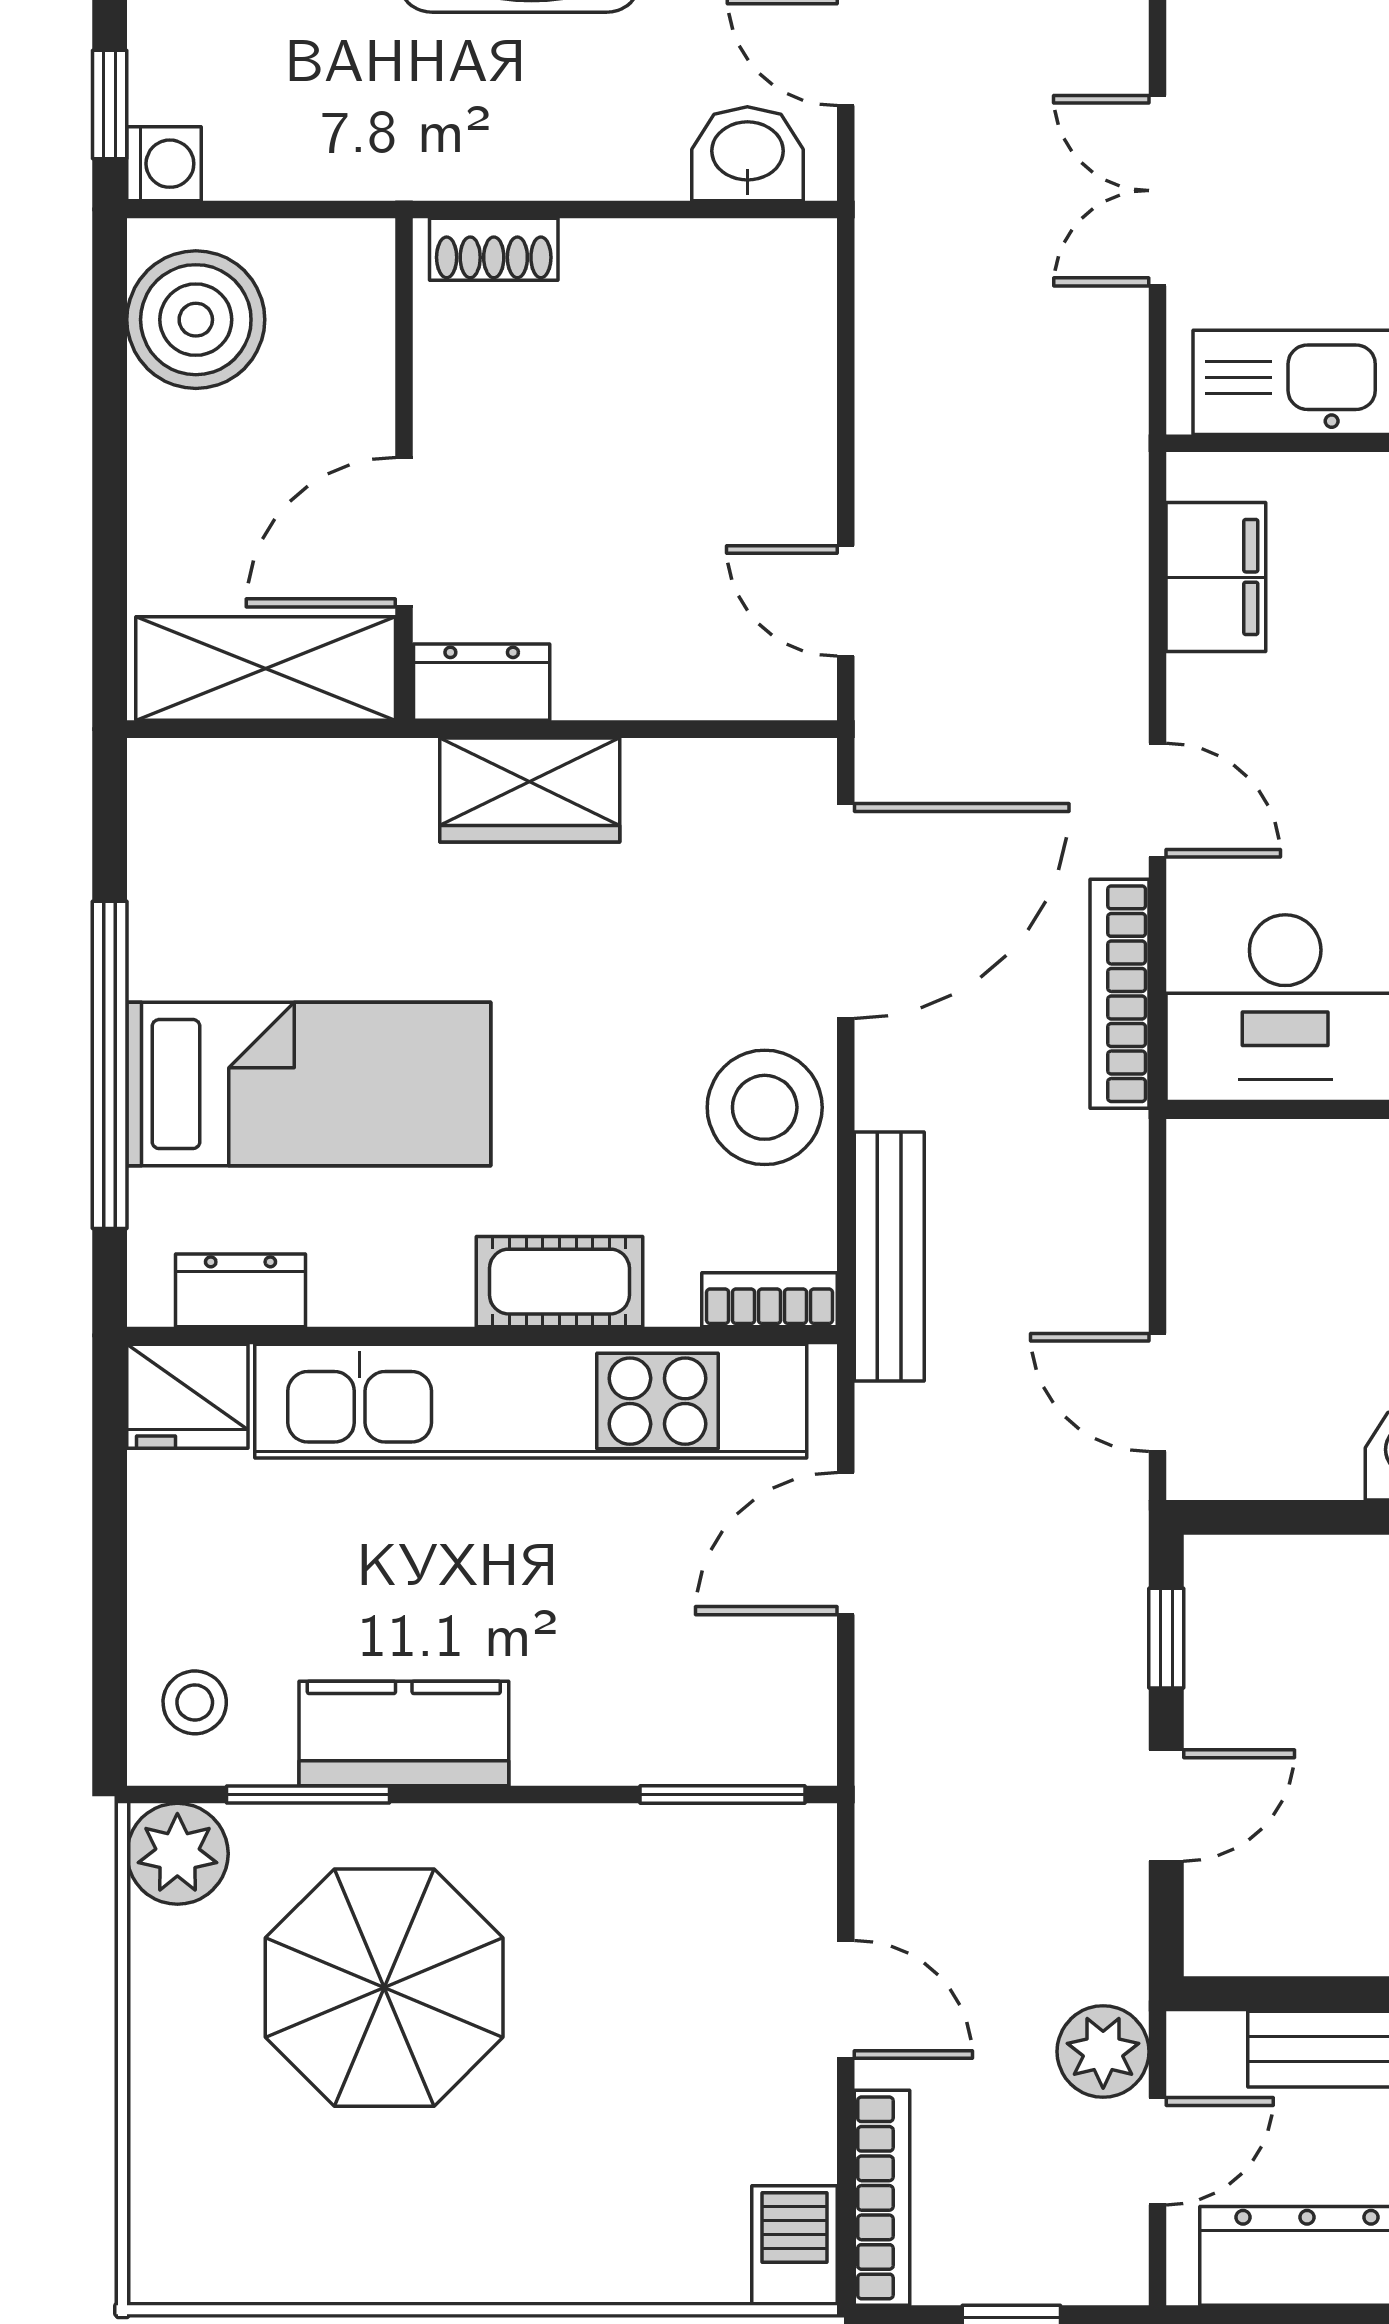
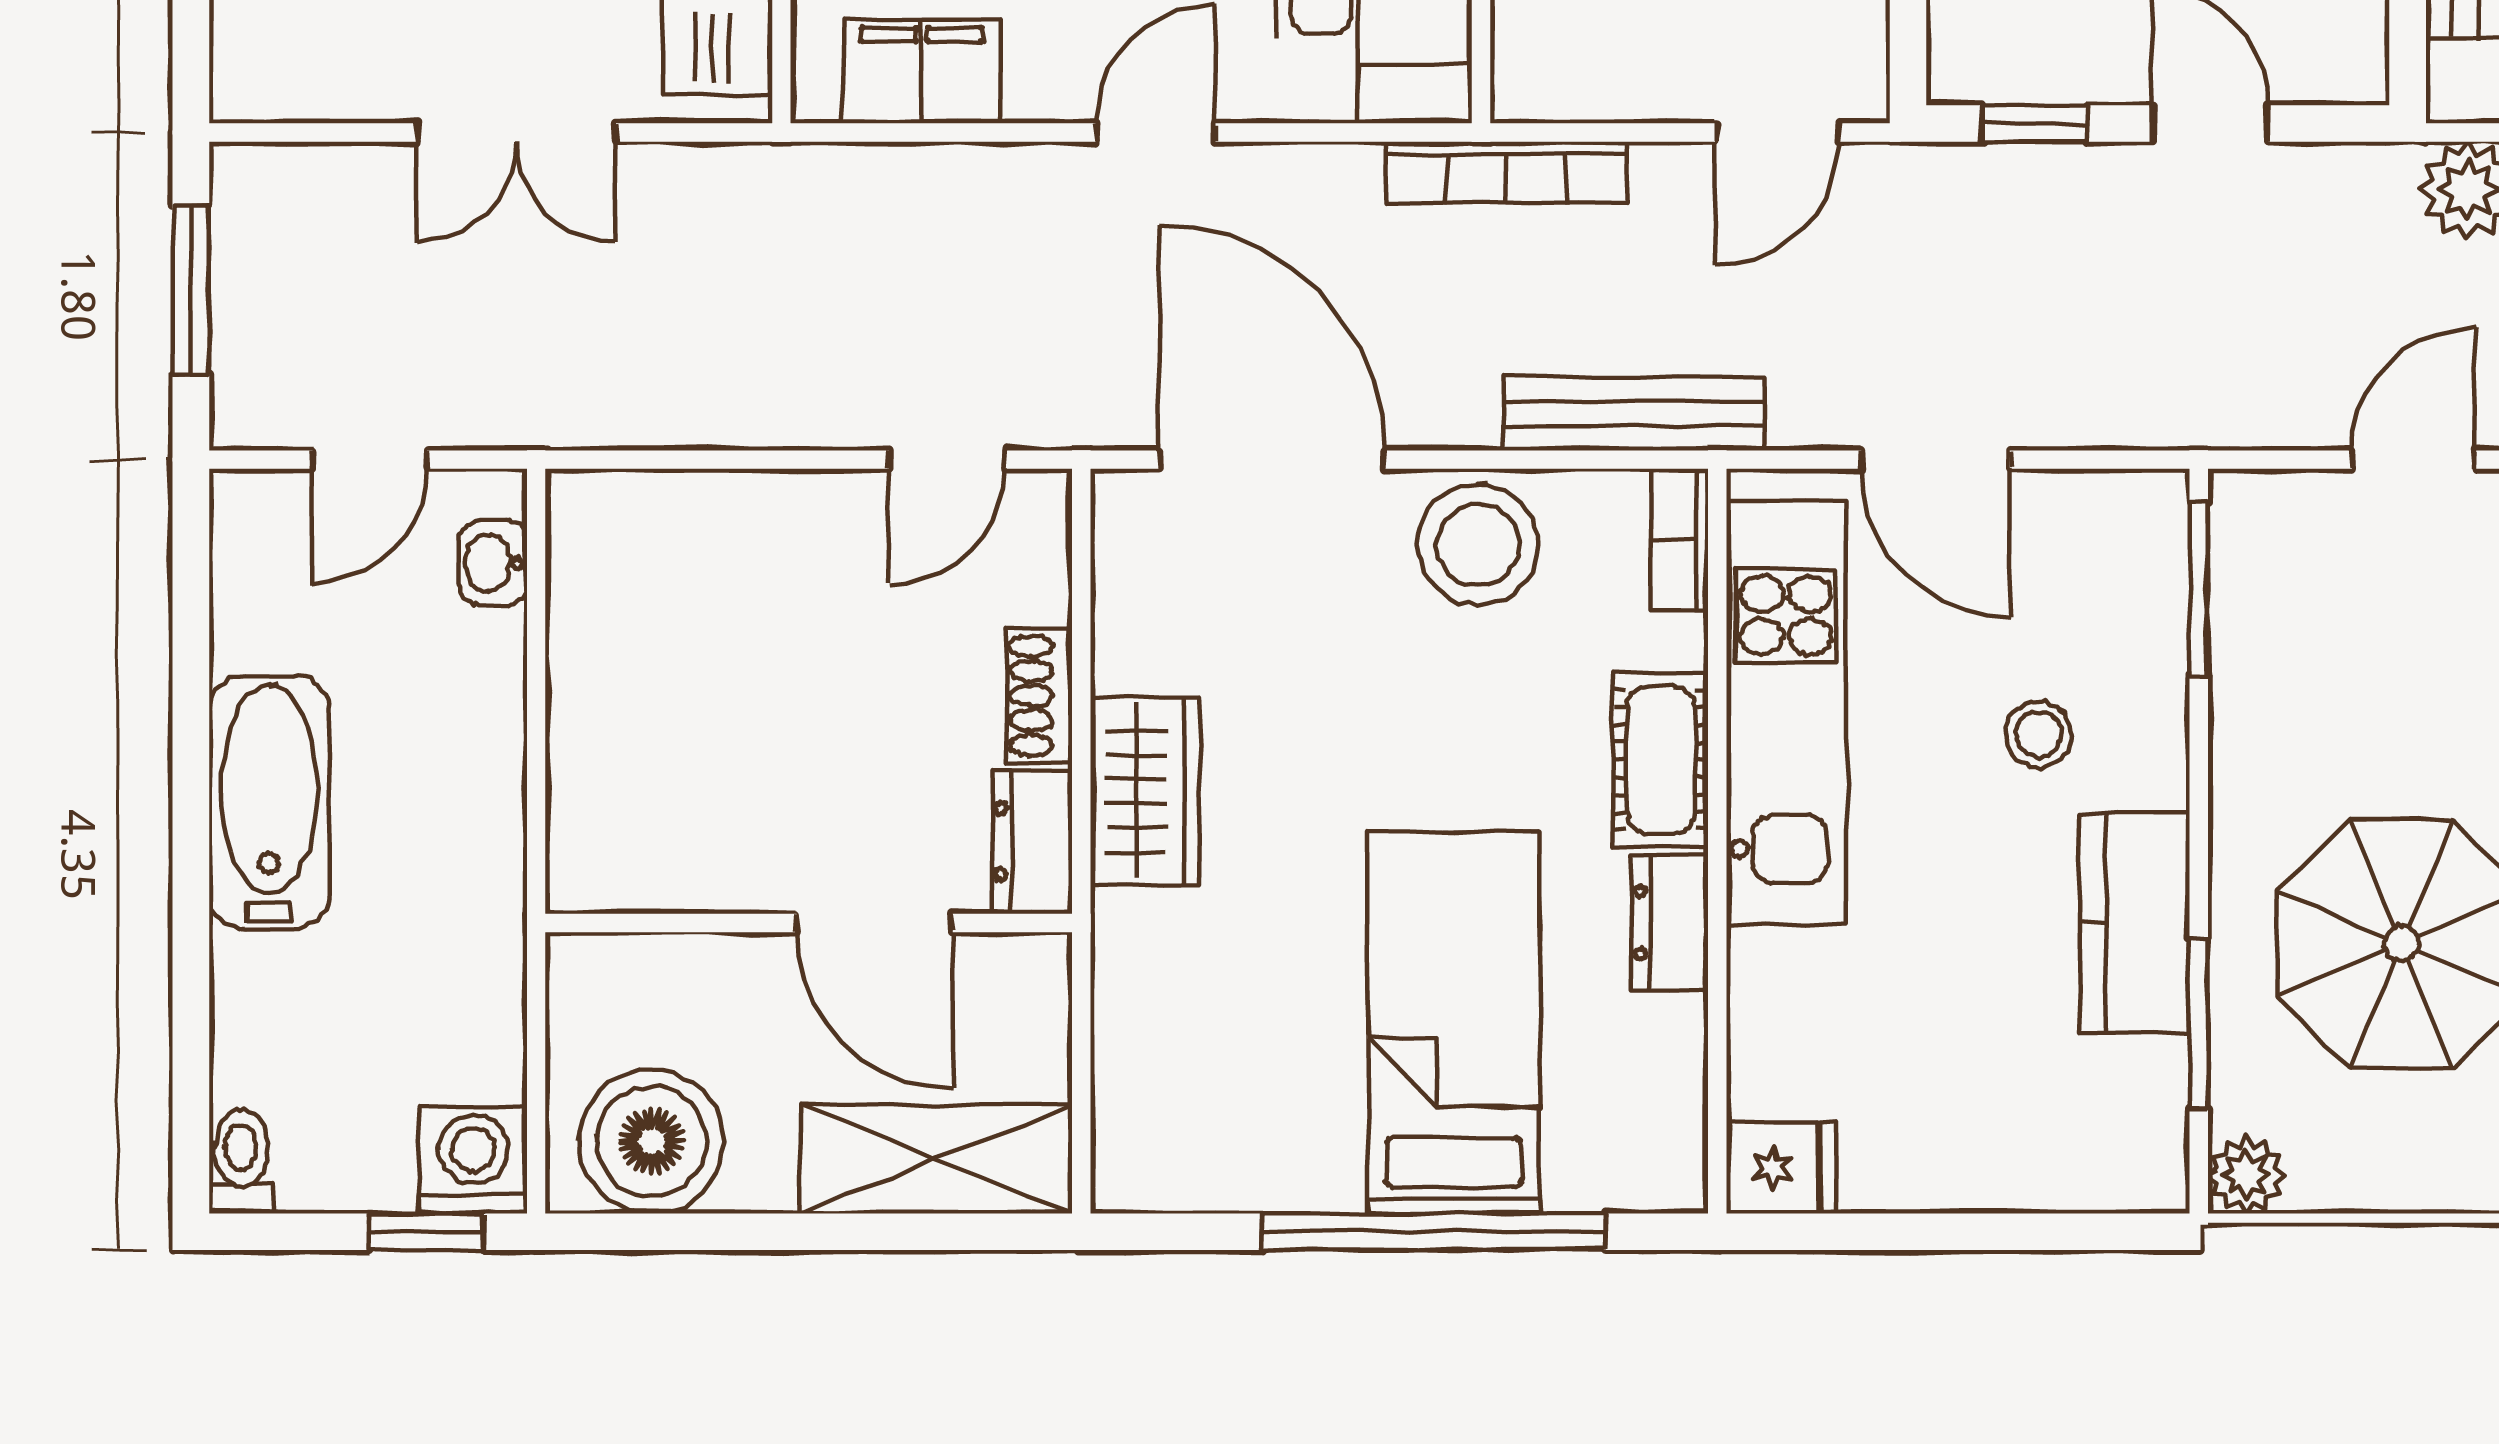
washbasin: (747, 154) -> (493, 563), width x0.72, depth x0.69
washing machine: (164, 164) -> (473, 1160), width x1.38, depth x1.38
shoe rack: (494, 249) -> (1039, 696), moved, turned 180
shelving: (266, 669) -> (936, 1159), moved, turned 90
bookcase: (1120, 994) -> (1506, 172), moved
dresser: (241, 1290) -> (1670, 922), moved
fridge: (187, 1396) -> (1781, 1168), width x0.72
kitchen unit: (531, 1401) -> (1786, 713), width x0.73
stool: (195, 1702) -> (2038, 734), moved
plant: (177, 1854) -> (2246, 1175), width x0.73, depth x0.73

